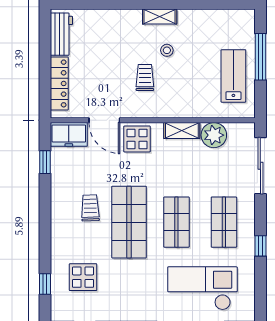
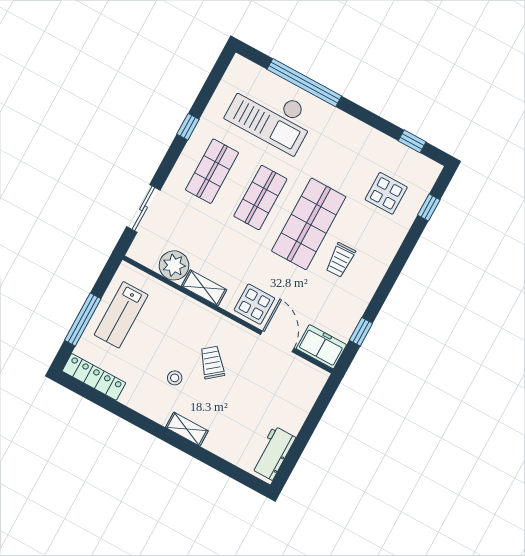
shelving: (160, 17) -> (187, 429), moved
trolley: (145, 77) -> (212, 362), turned 141
locker: (59, 83) -> (94, 377), moved, turned 90
sliding door: (260, 166) -> (143, 208), width x0.73

